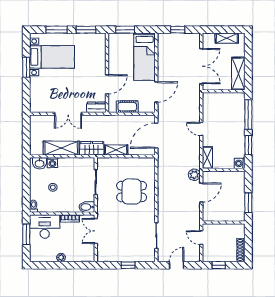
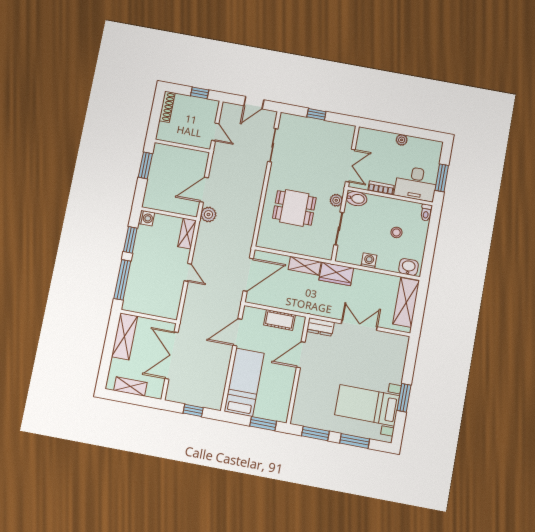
shelving: (61, 148) -> (406, 302), moved, turned 90
washing machine: (52, 163) -> (369, 261), moved
plant: (102, 203) -> (336, 200), added

